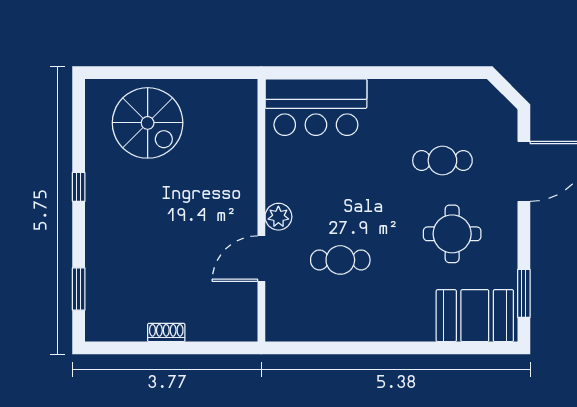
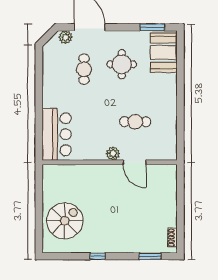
plant: (505, 125) -> (66, 37), added
cafe table: (340, 260) -> (135, 122), turned 90
shoe rack: (166, 332) -> (172, 238), moved

